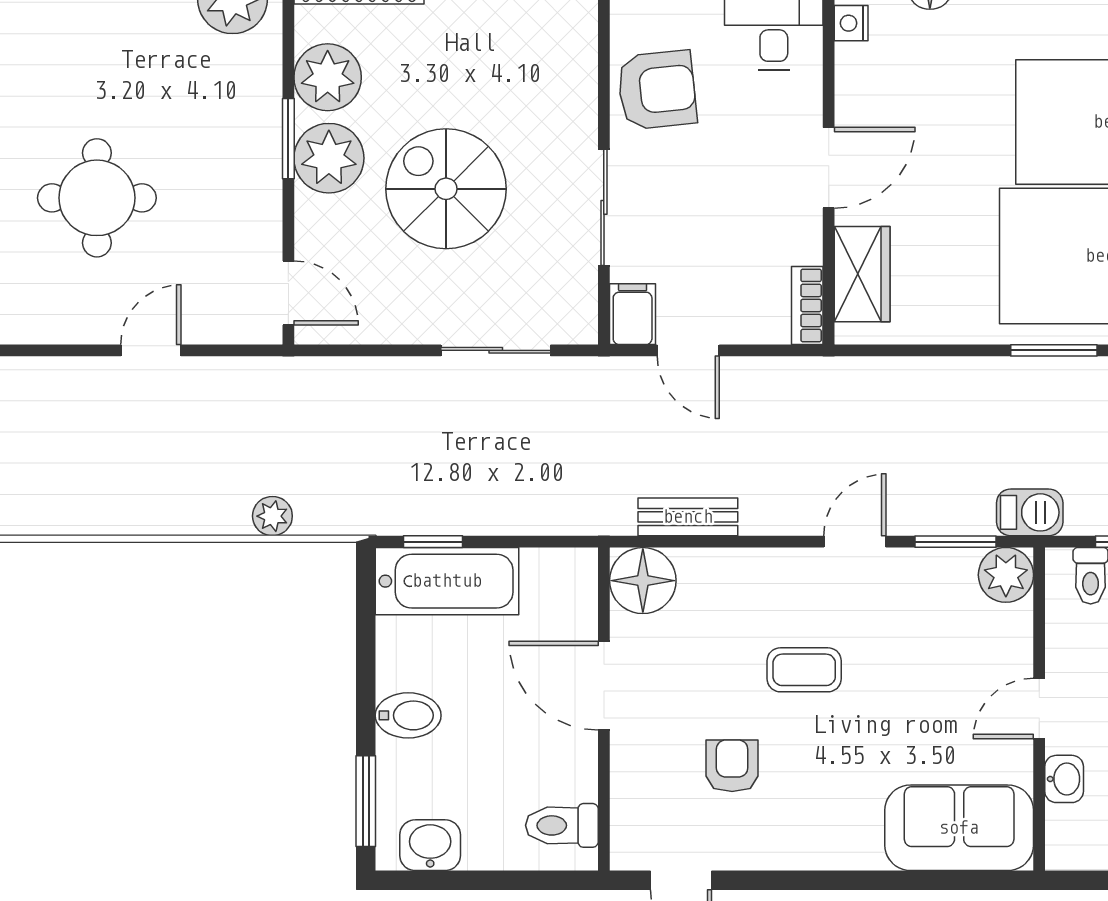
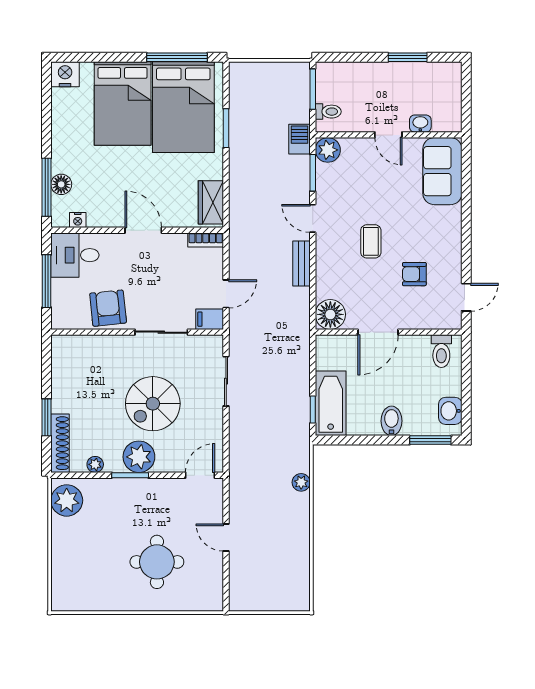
plant: (328, 77) -> (95, 464), width x0.53, depth x0.53
wardrobe: (862, 274) -> (211, 202), moved, turned -90
bench: (688, 517) -> (302, 263), moved

